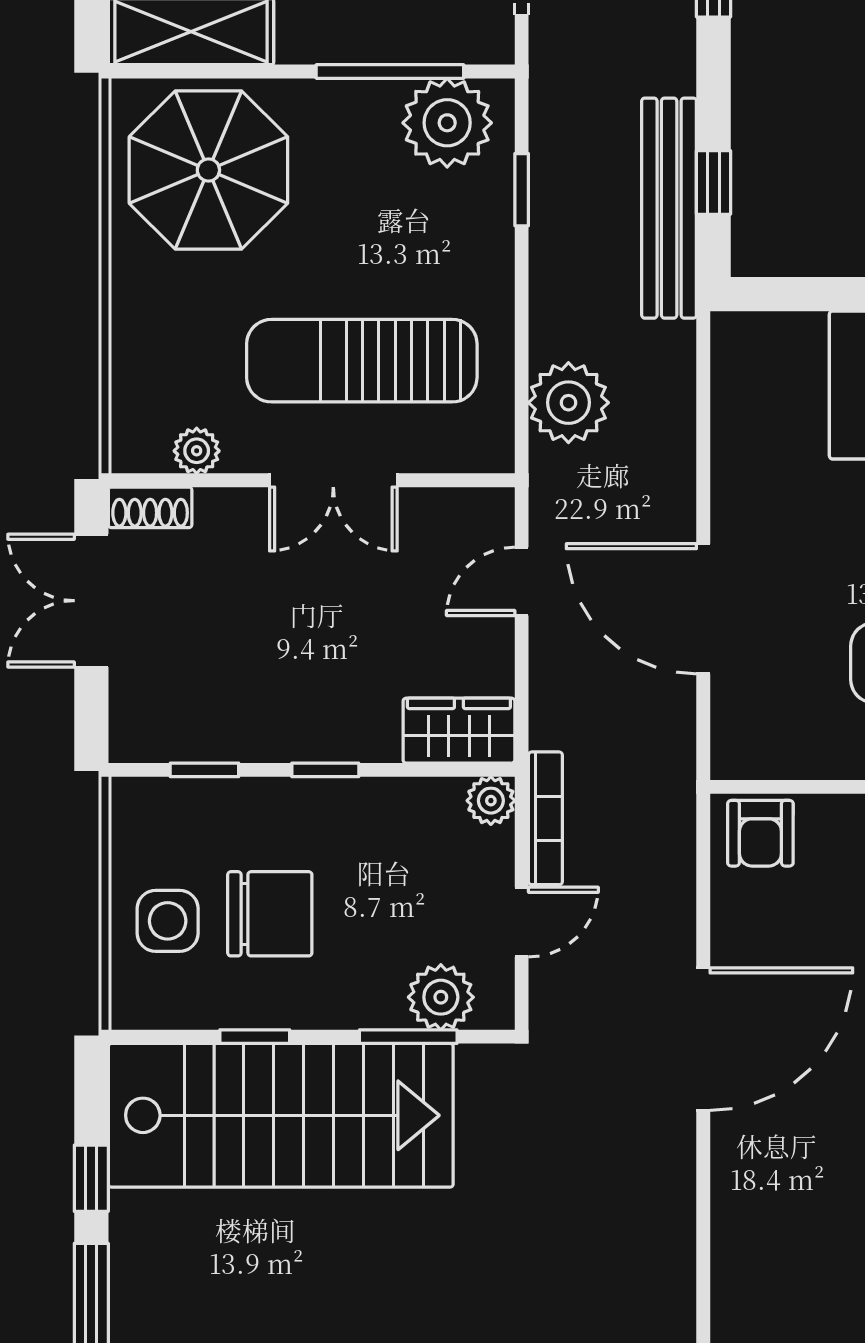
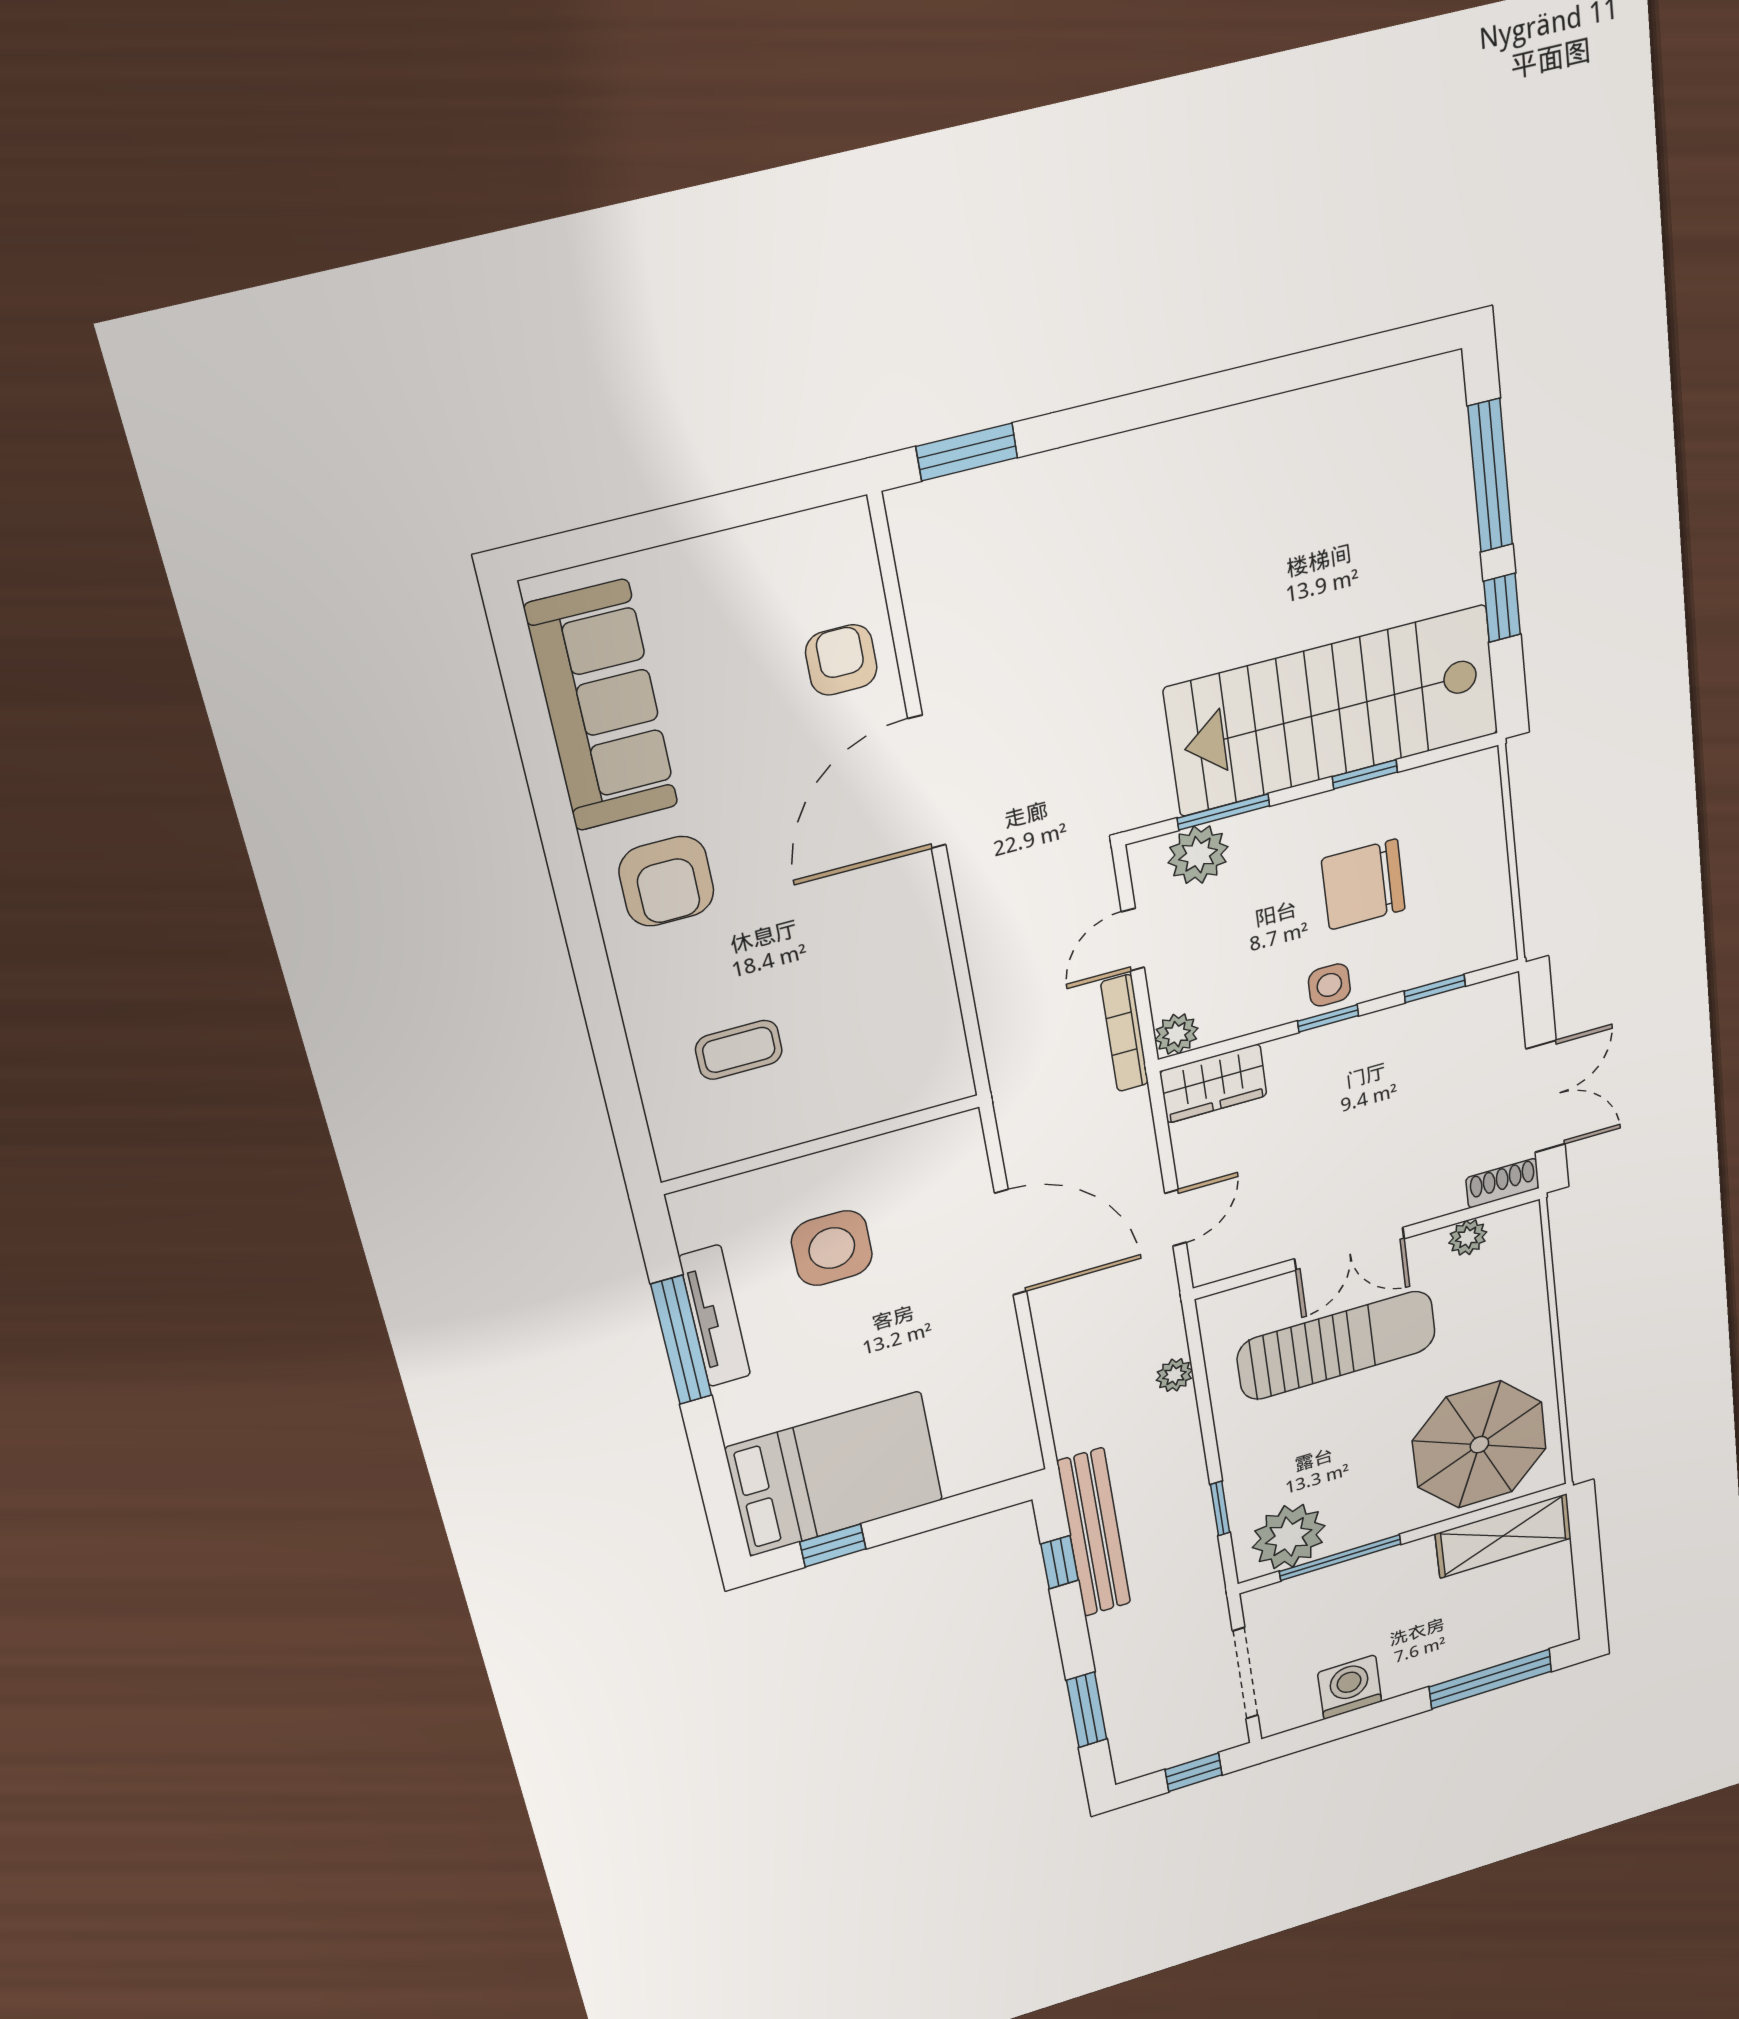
plant: (568, 403) -> (1174, 1375), width x0.53, depth x0.53
double door: (333, 480) -> (1349, 1249), swing flipped
armchair: (760, 833) -> (841, 660), moved
side table: (168, 921) -> (1329, 985), moved, width x0.73, depth x0.73
door: (703, 1039) -> (927, 782), moved

